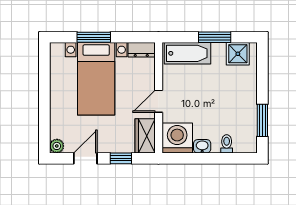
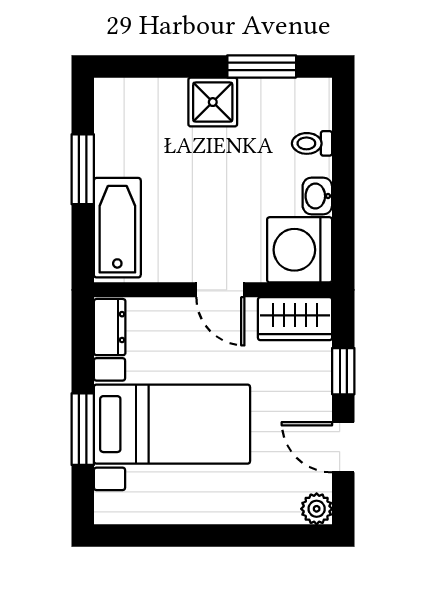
shower: (238, 54) -> (213, 102), moved

